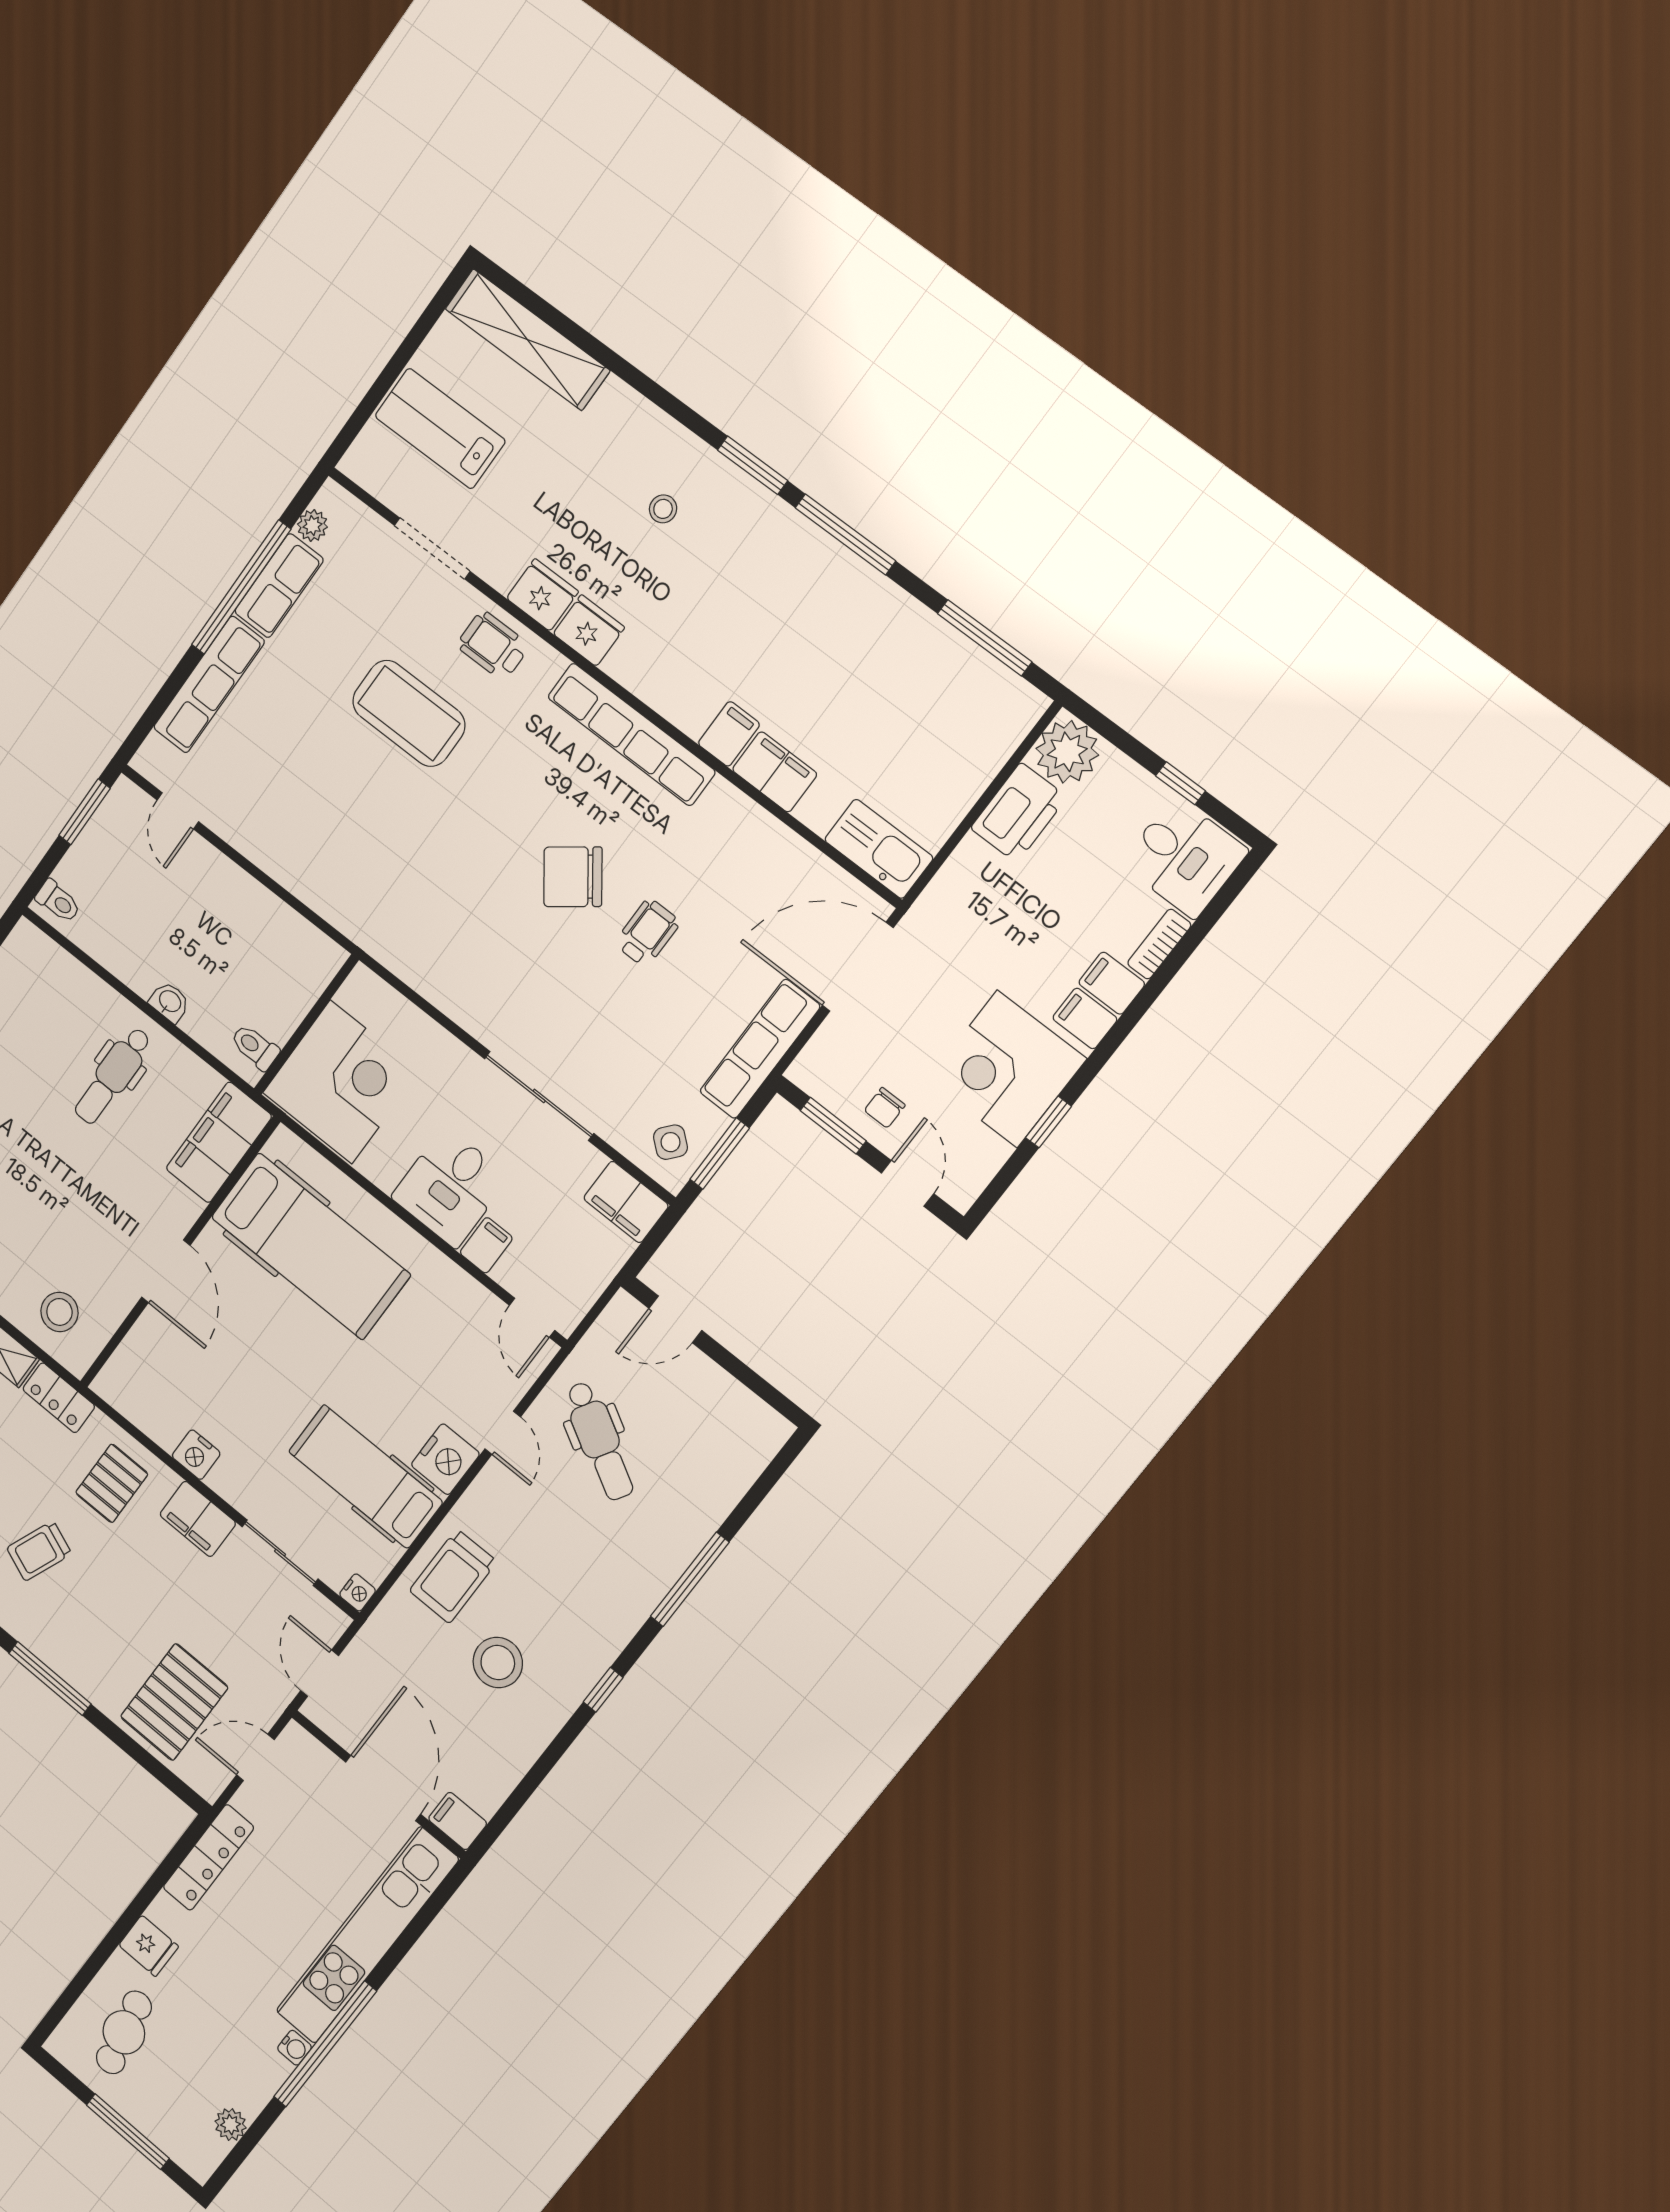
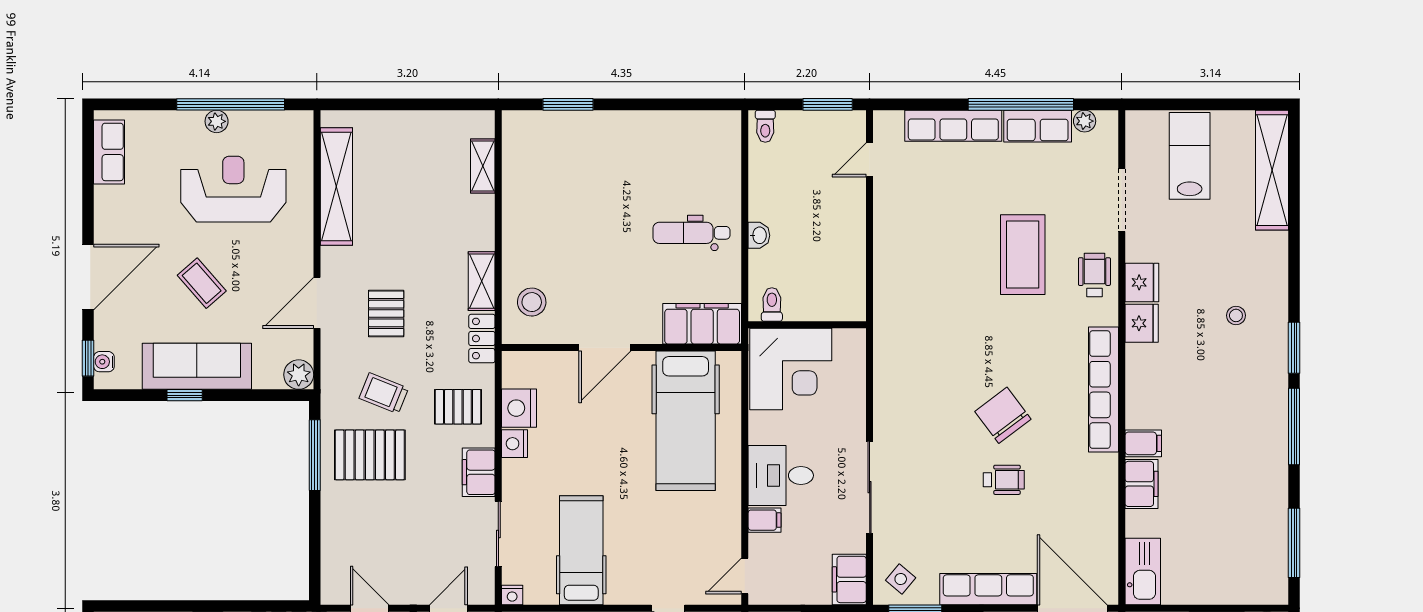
nightstand: (445, 1459) -> (519, 408), moved, turned 90
pallet: (174, 1702) -> (370, 455), moved

